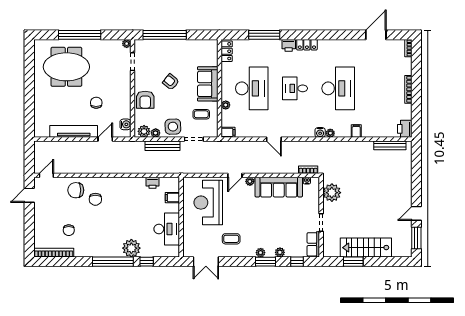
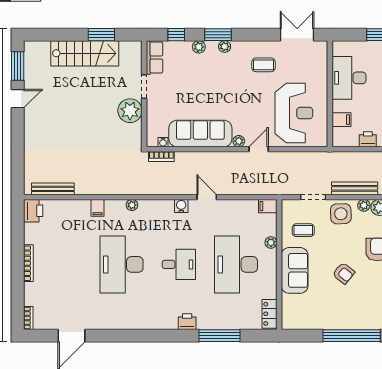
locker: (307, 45) -> (163, 322), removed
water cooler: (320, 132) -> (181, 206), moved
plant: (332, 193) -> (130, 111), moved

